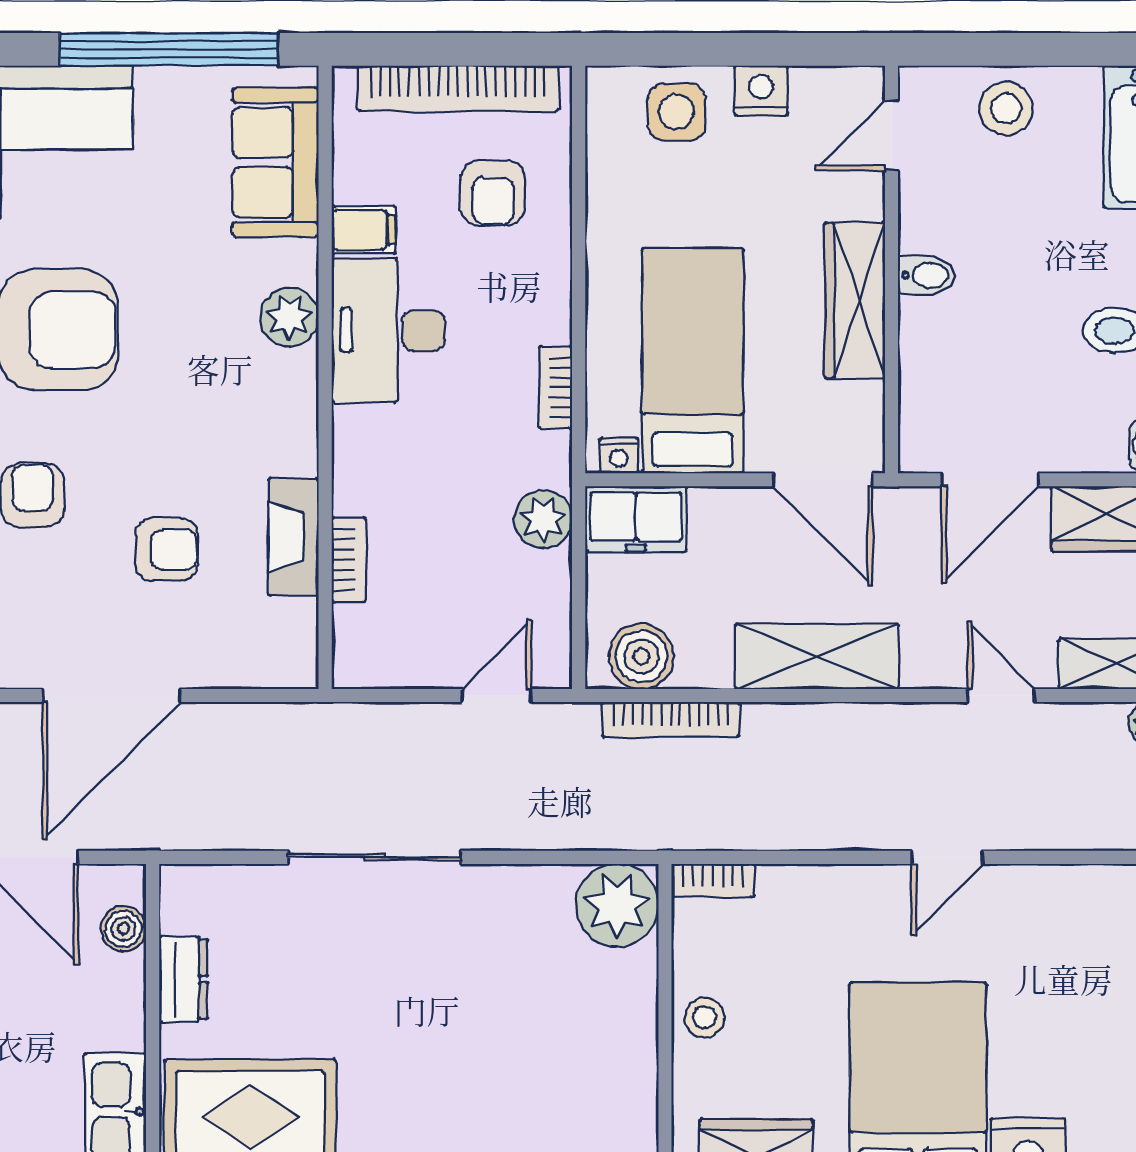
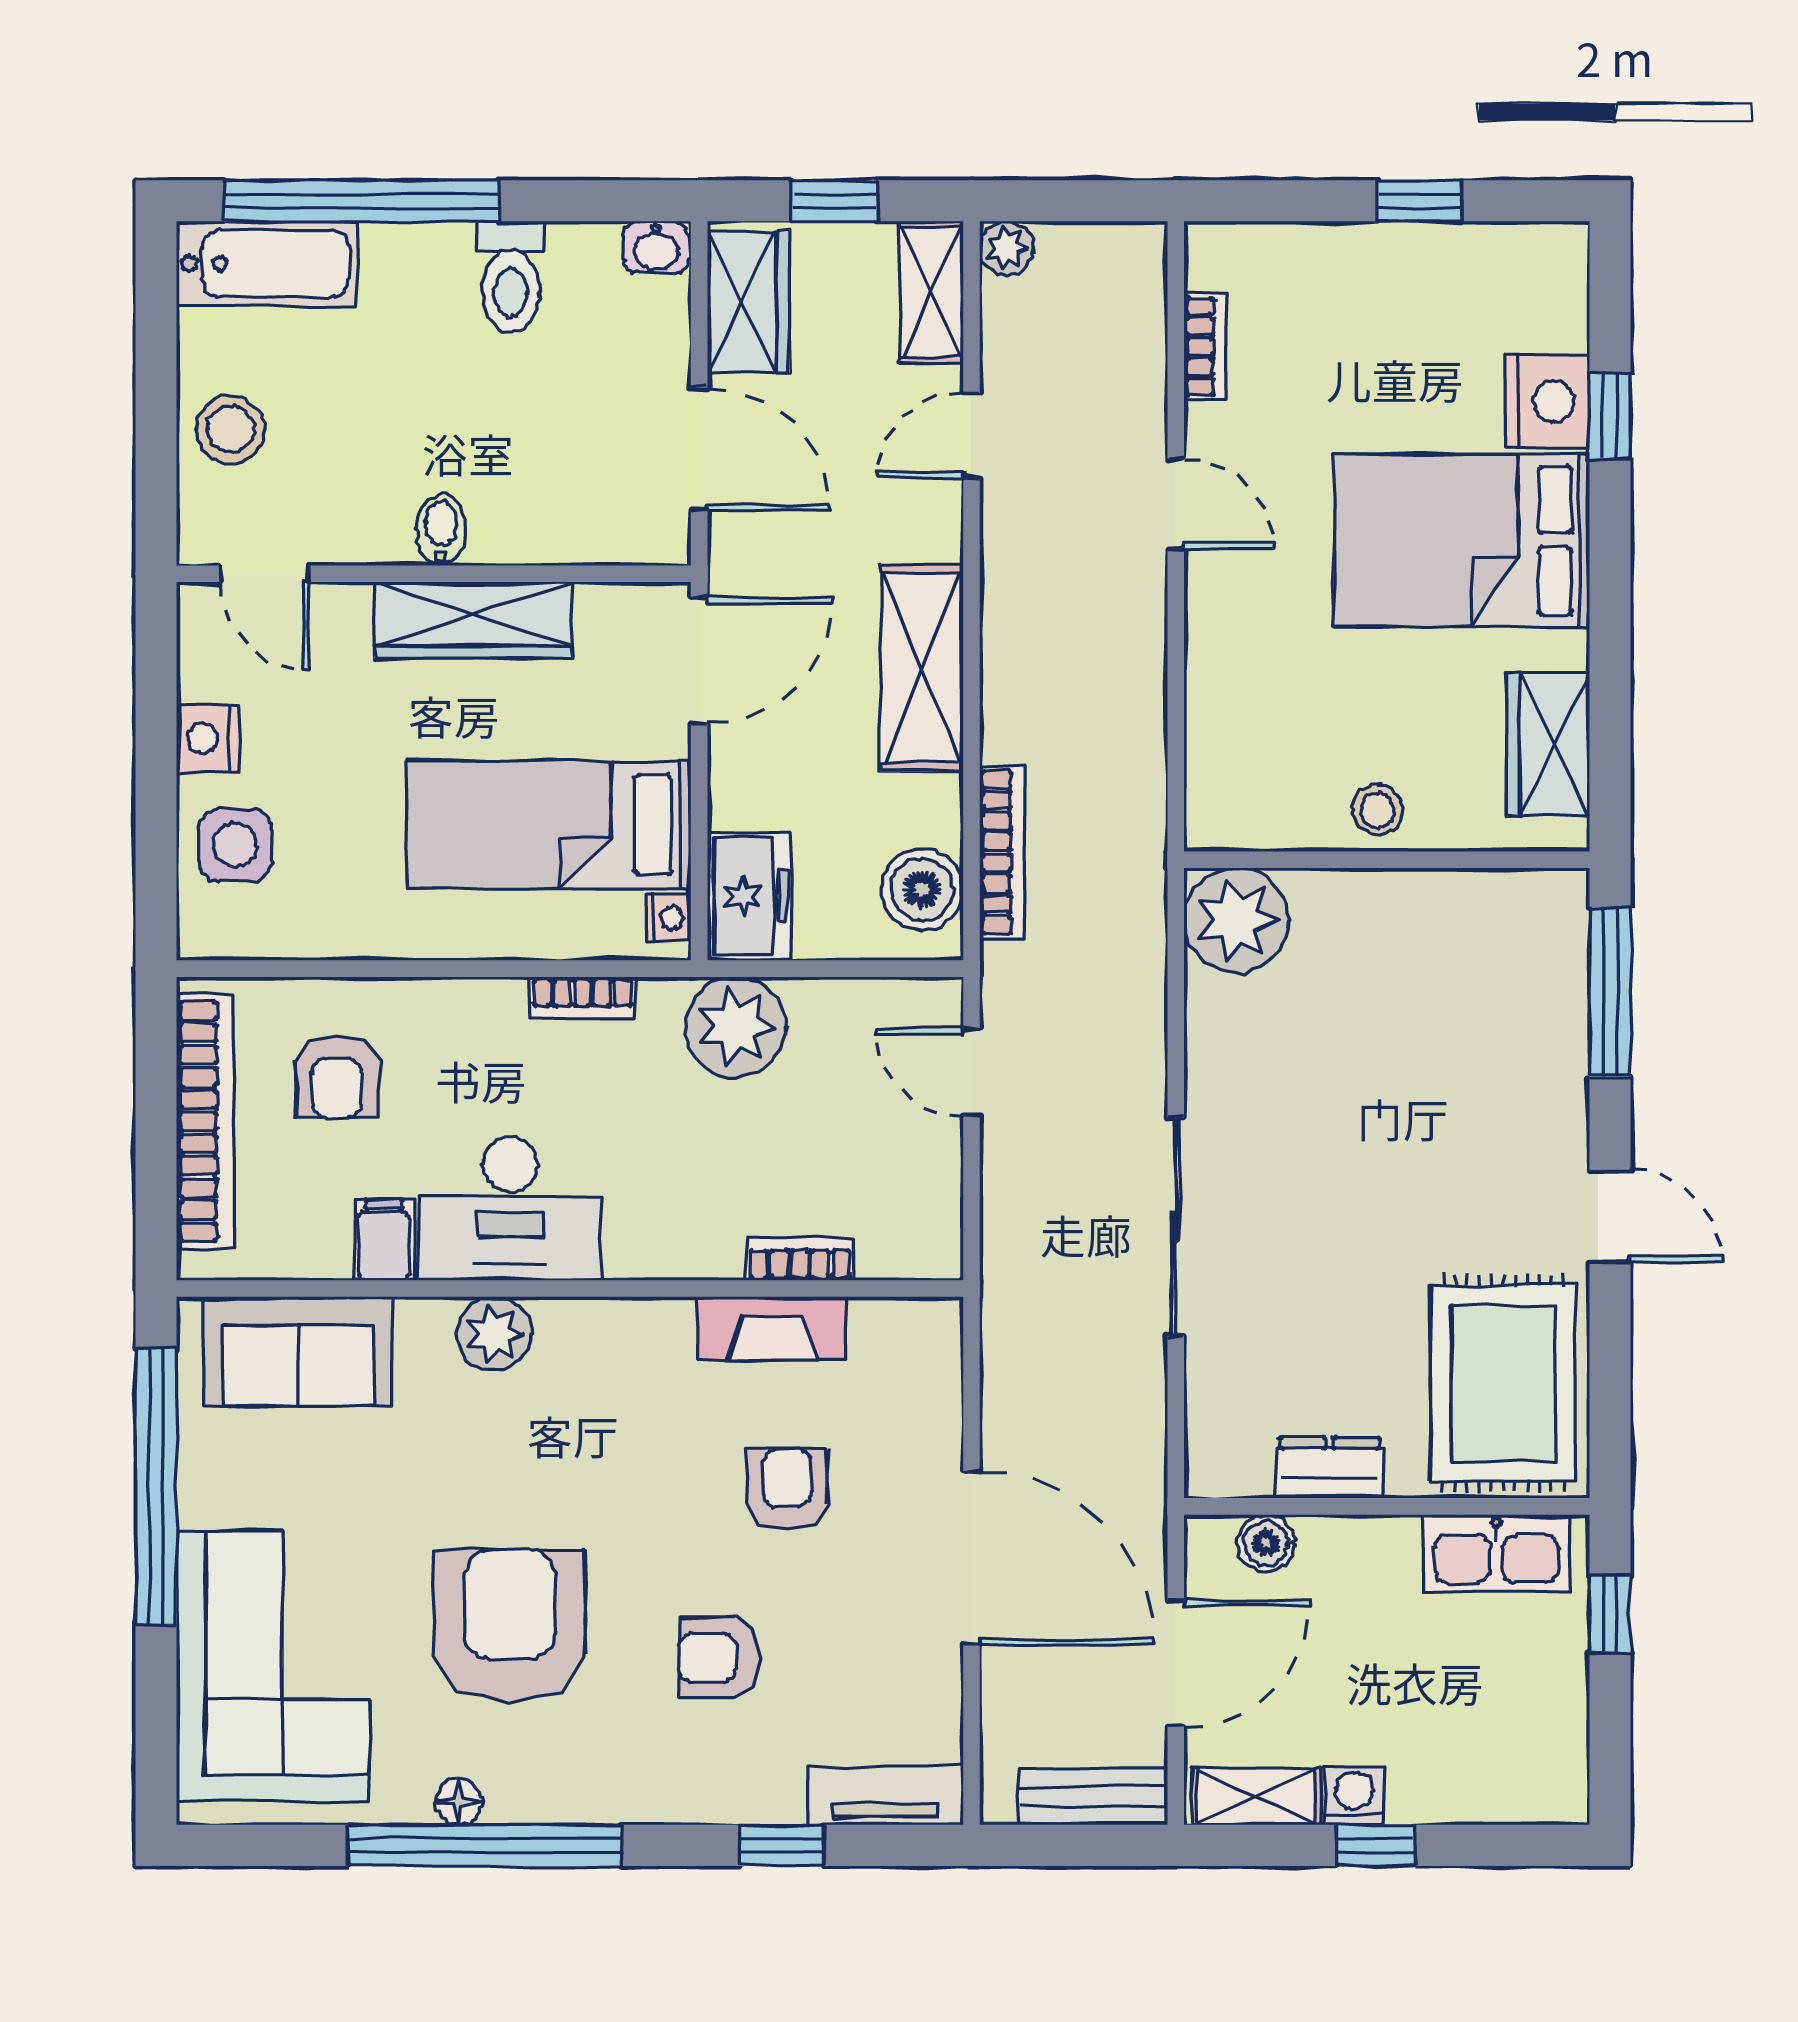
armchair: (493, 193) -> (337, 1077), turned 90
plant: (543, 519) -> (735, 1027), width x1.36, depth x1.36
bookcase: (713, 880) -> (1205, 347), moved

